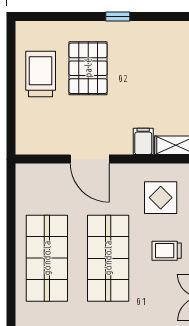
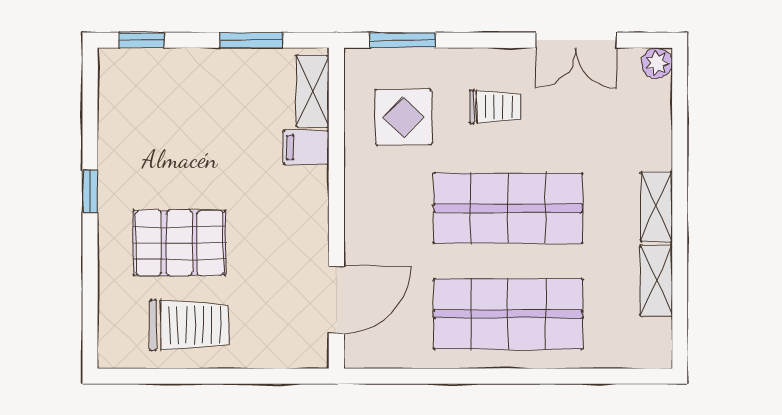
trolley: (41, 74) -> (189, 325), turned 180
door: (90, 159) -> (336, 300), moved
trolley: (167, 251) -> (495, 107), turned -90

